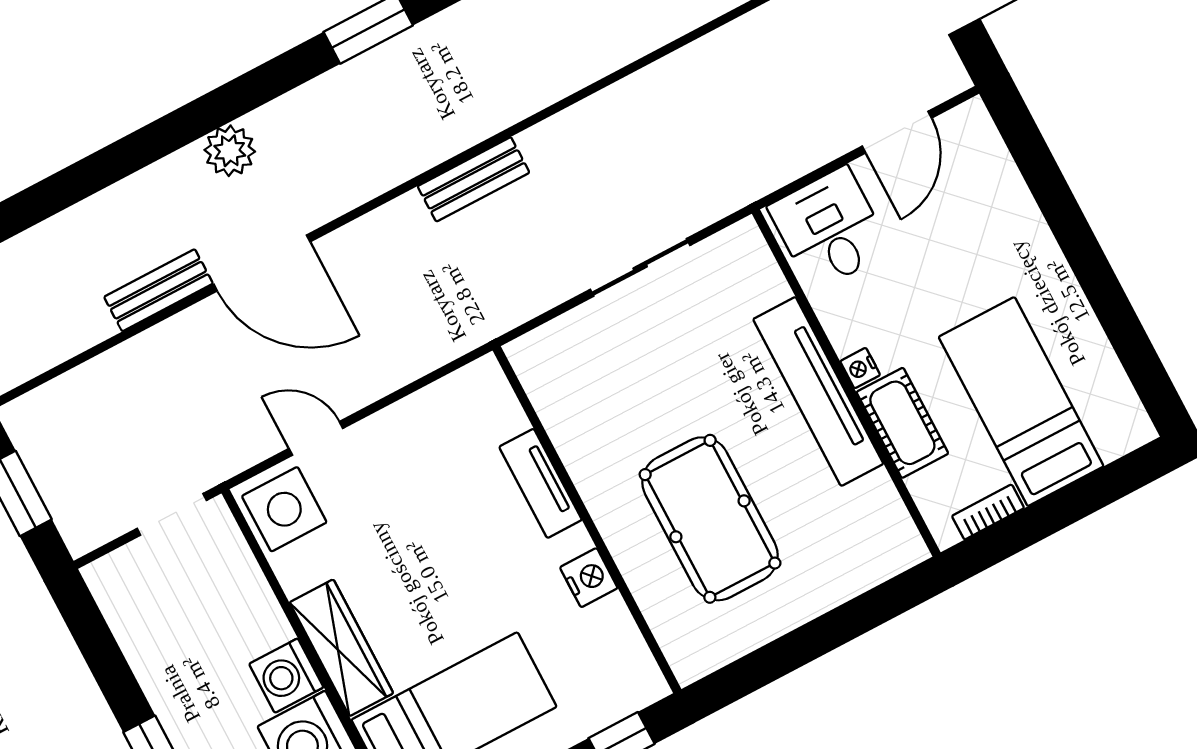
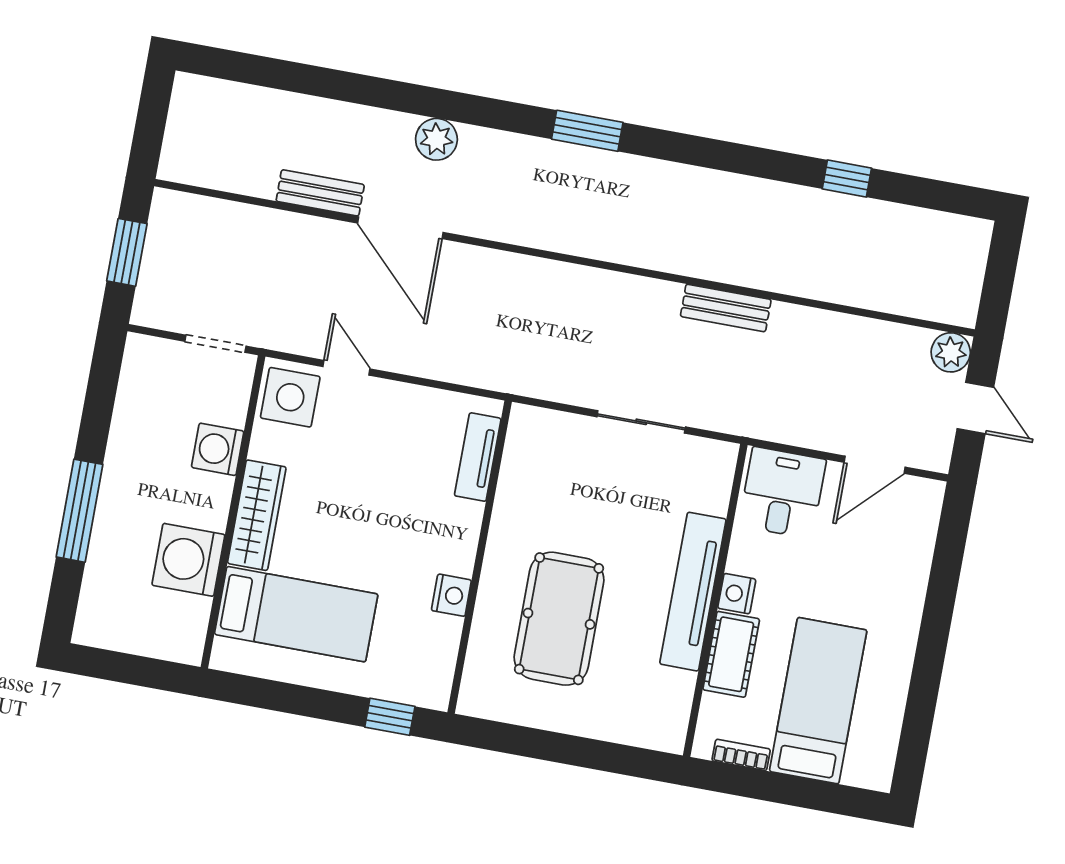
bench: (474, 179) -> (726, 308), moved
nightstand: (860, 368) -> (737, 594), width x1.39, depth x1.35
tv unit: (540, 483) -> (478, 457), moved
washing machine: (286, 676) -> (218, 449), moved

